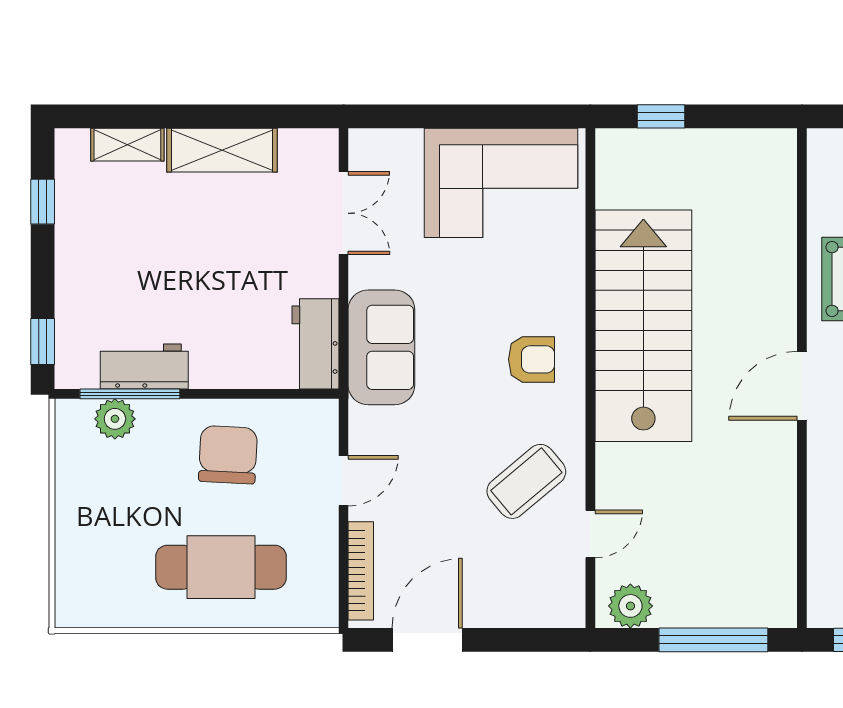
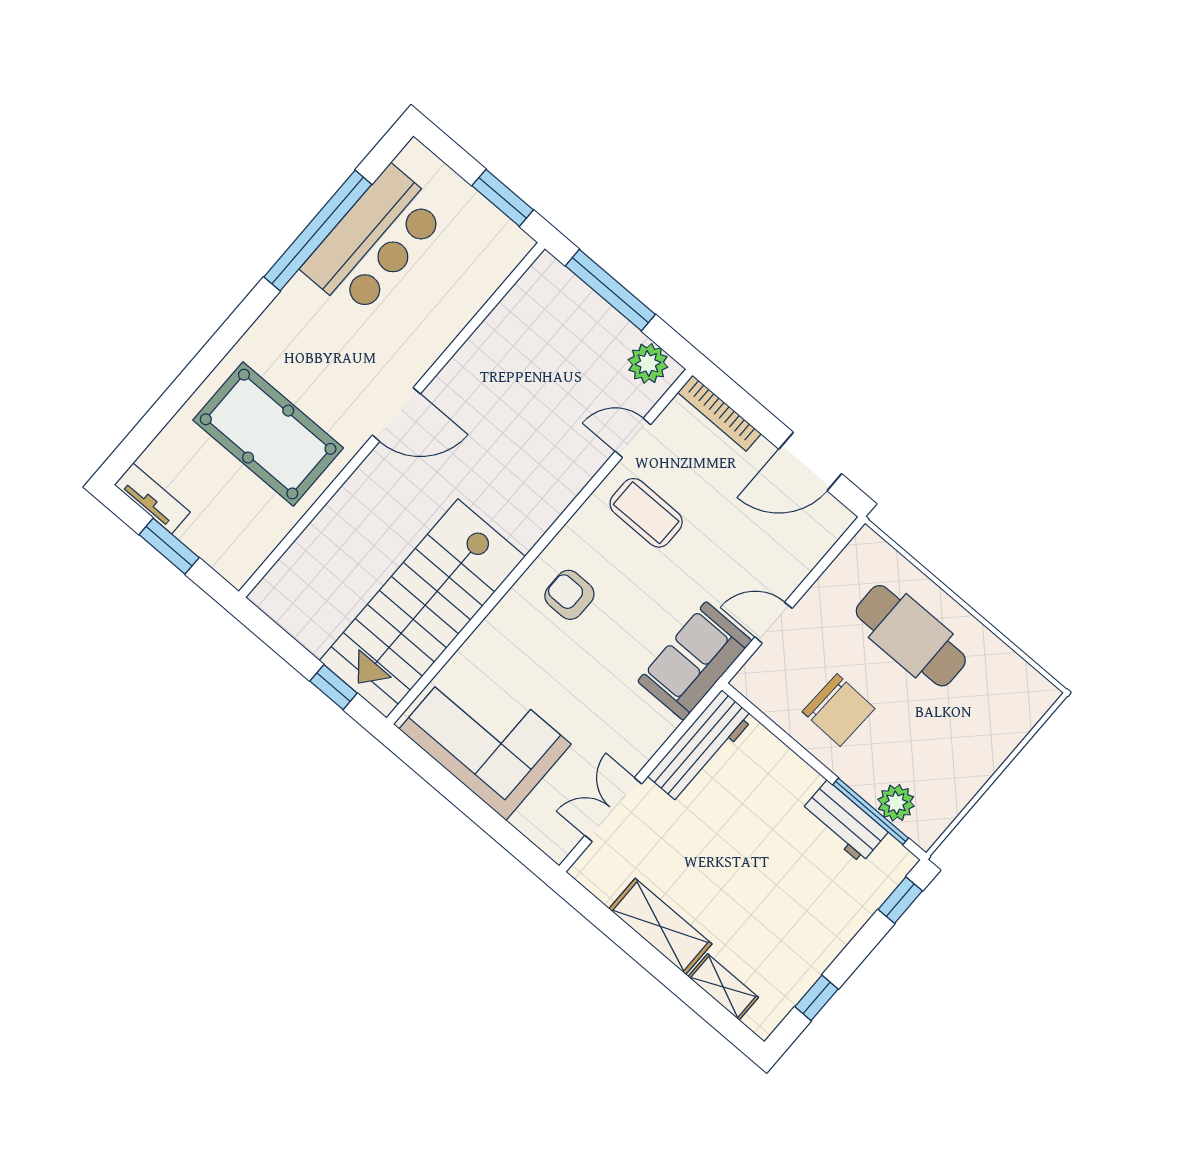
stairs: (643, 326) -> (422, 609), moved
workbench: (315, 344) -> (701, 747), width x1.38
sofa: (381, 347) -> (695, 661), moved
chair: (228, 455) -> (839, 710), turned -91
coffee table: (526, 481) -> (646, 513), turned 40
bookcase: (361, 571) -> (719, 413), moved, turned -90

